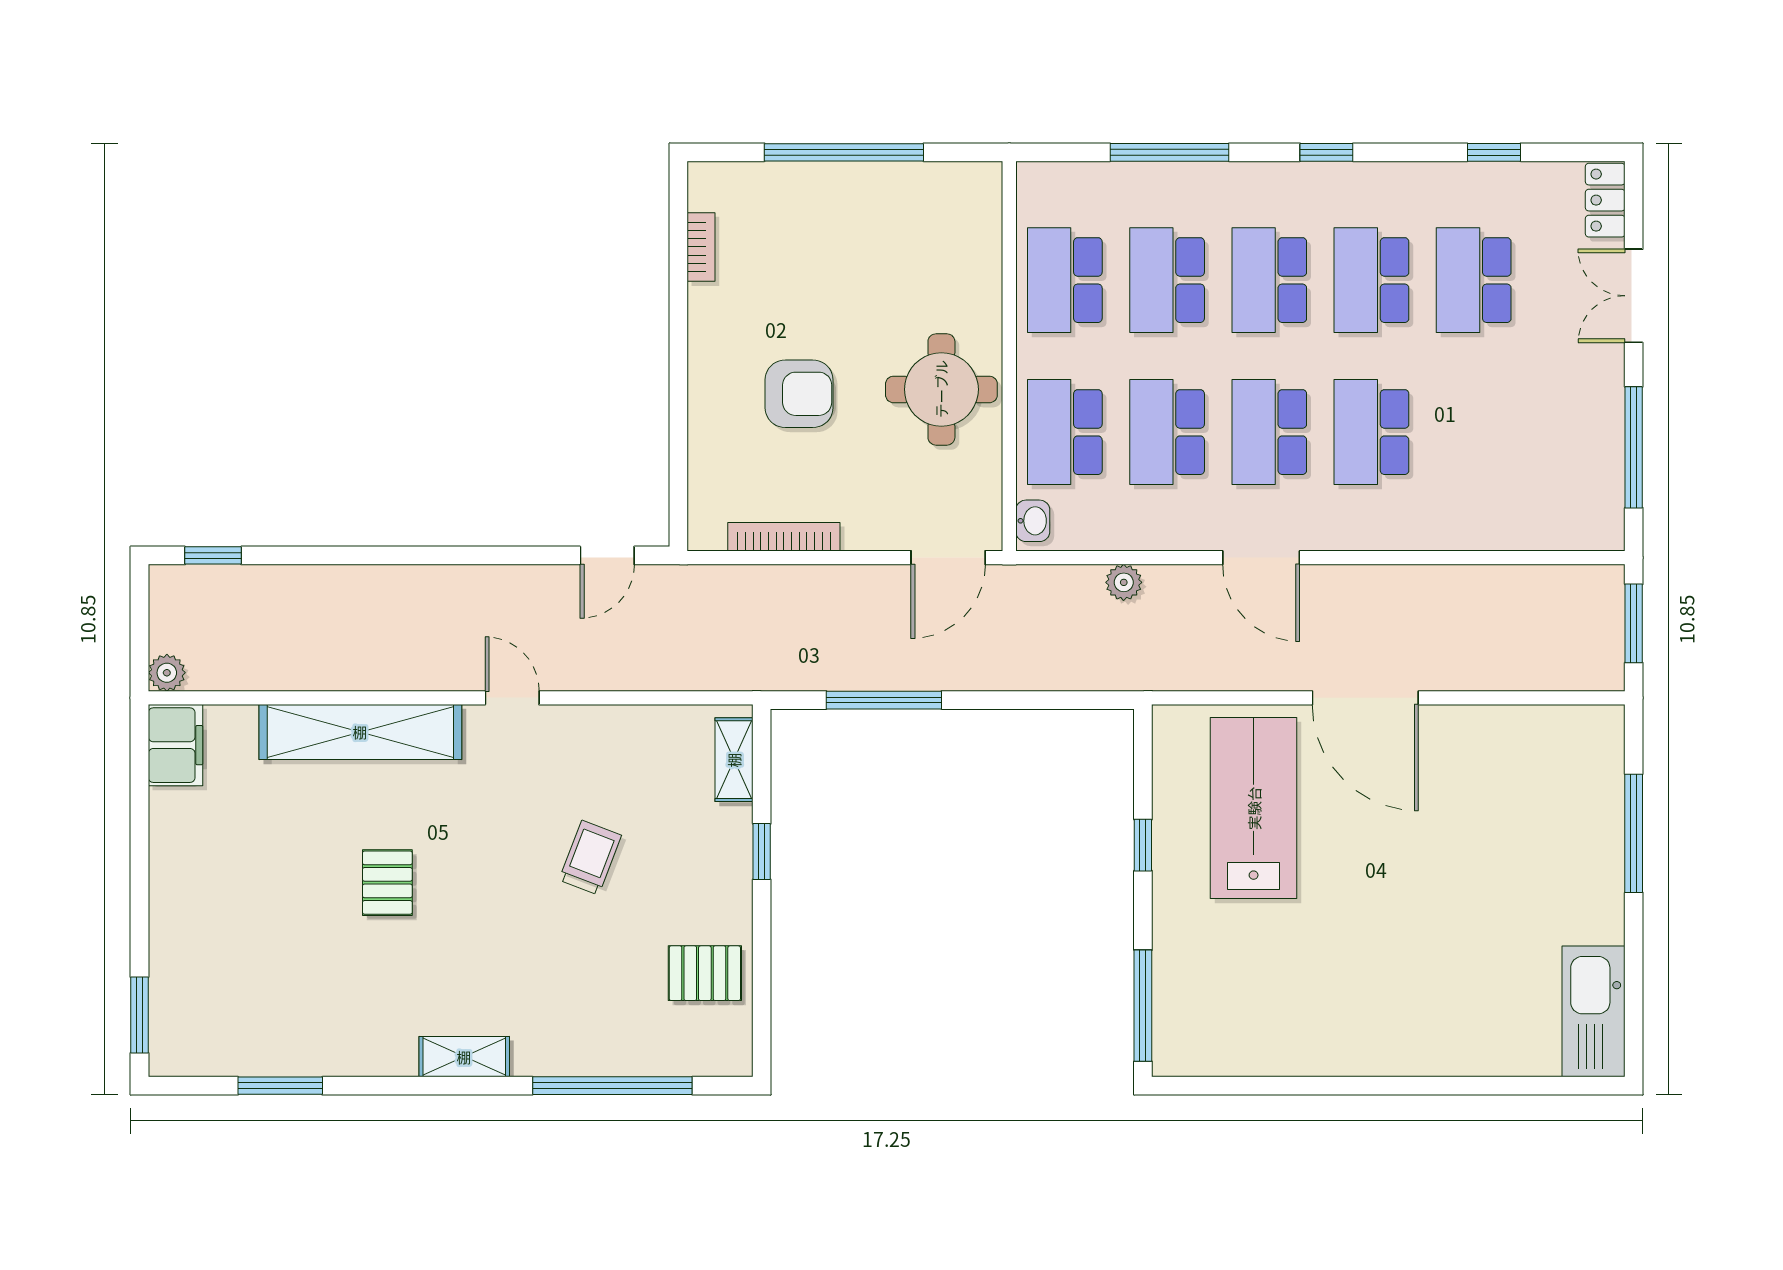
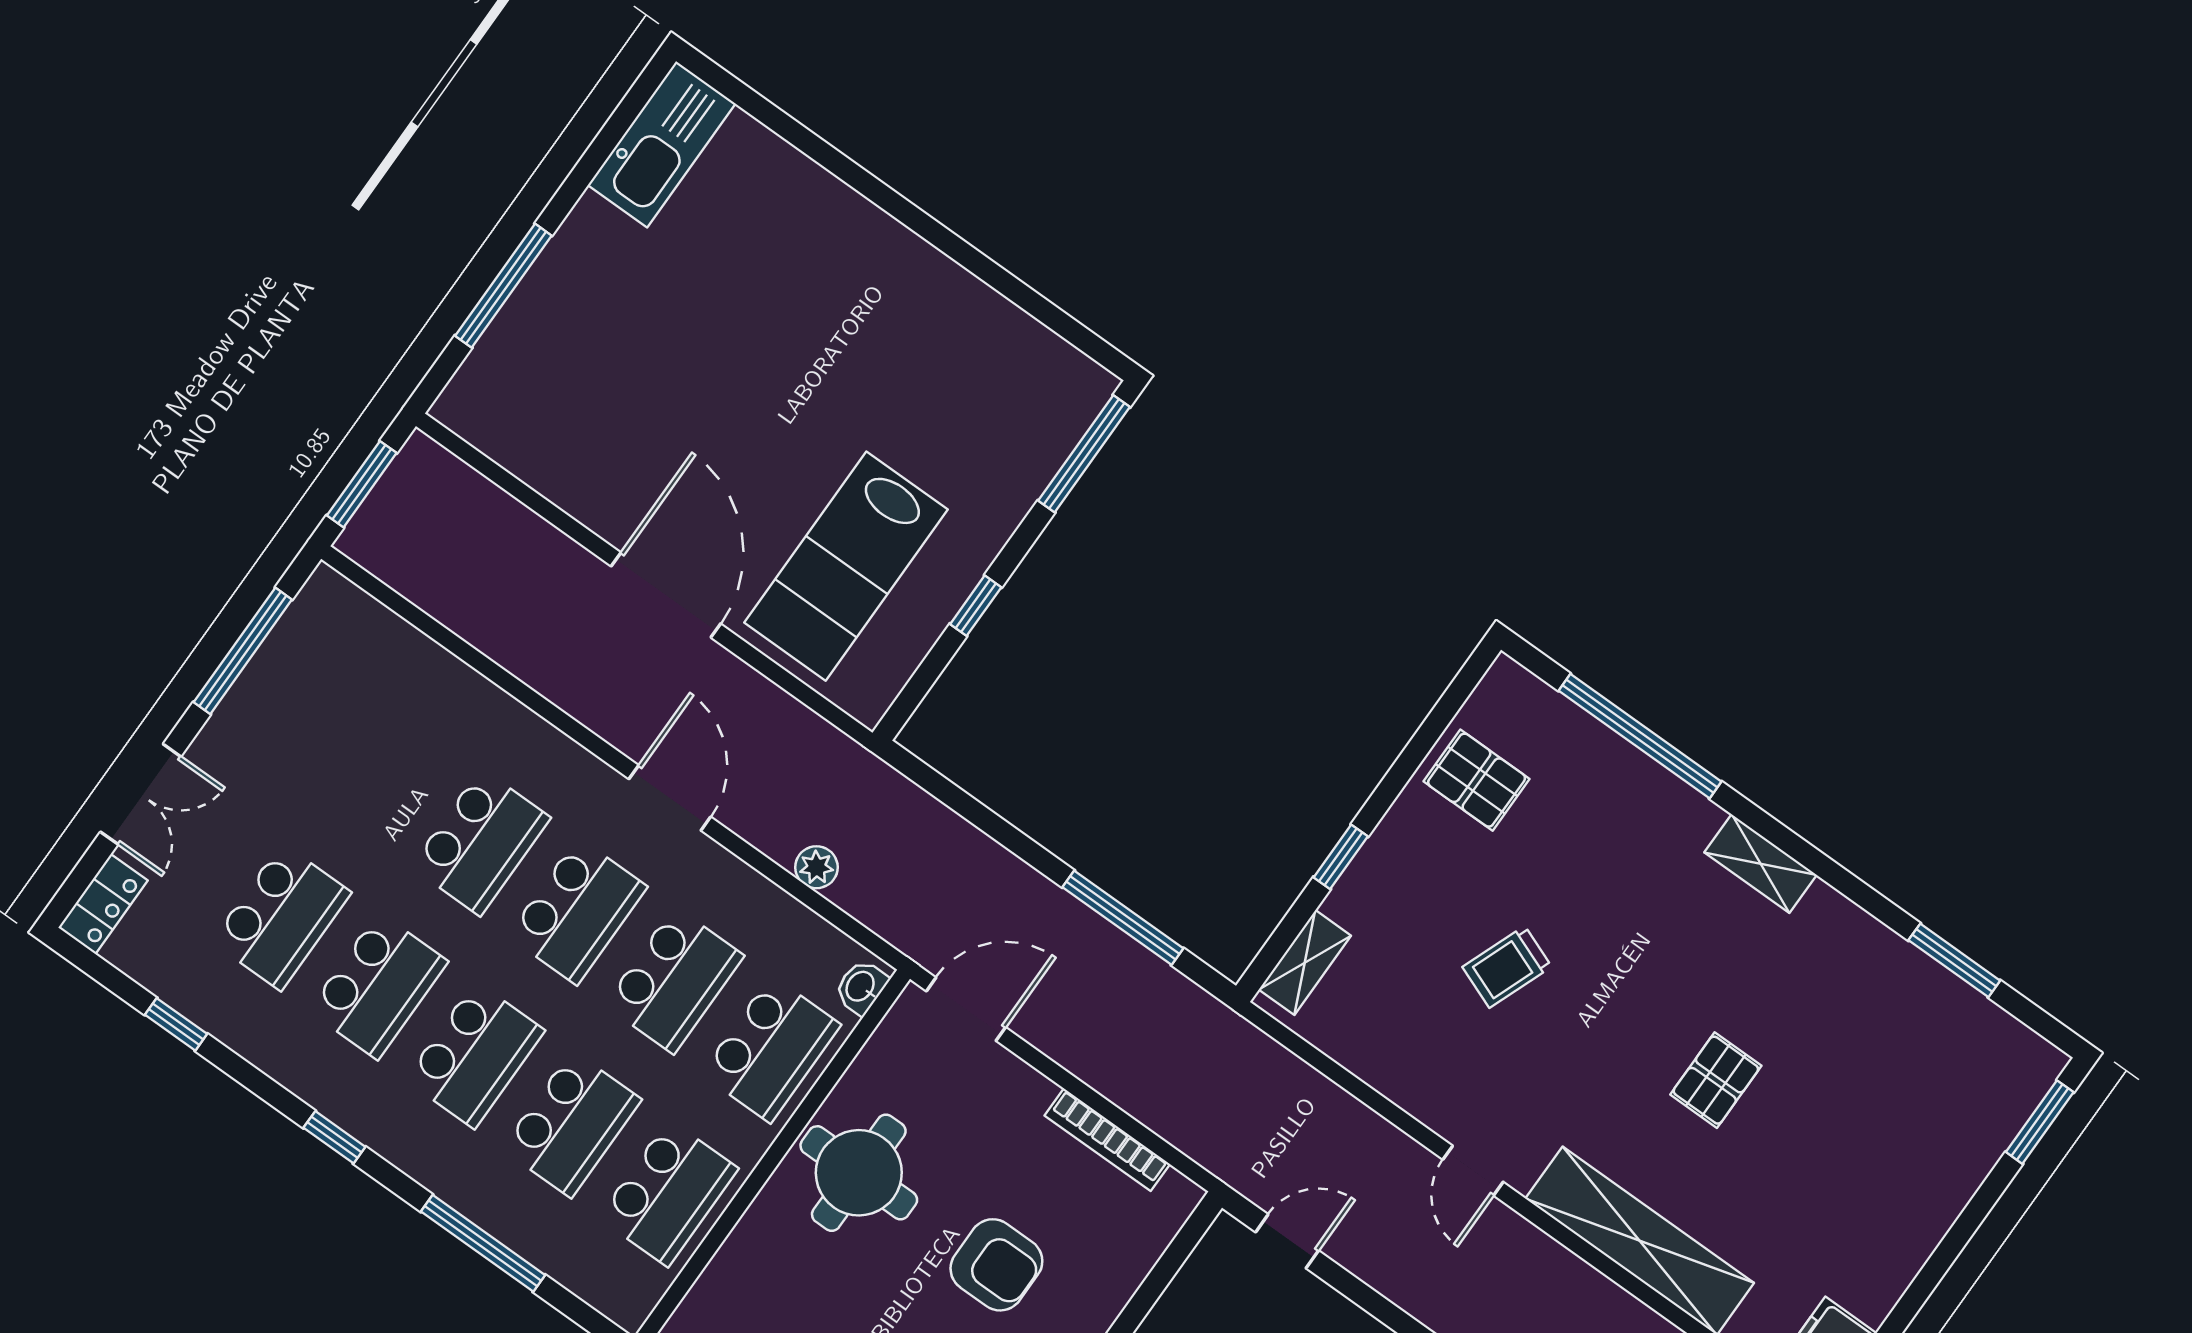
armchair: (799, 394) -> (996, 1265), turned 180

